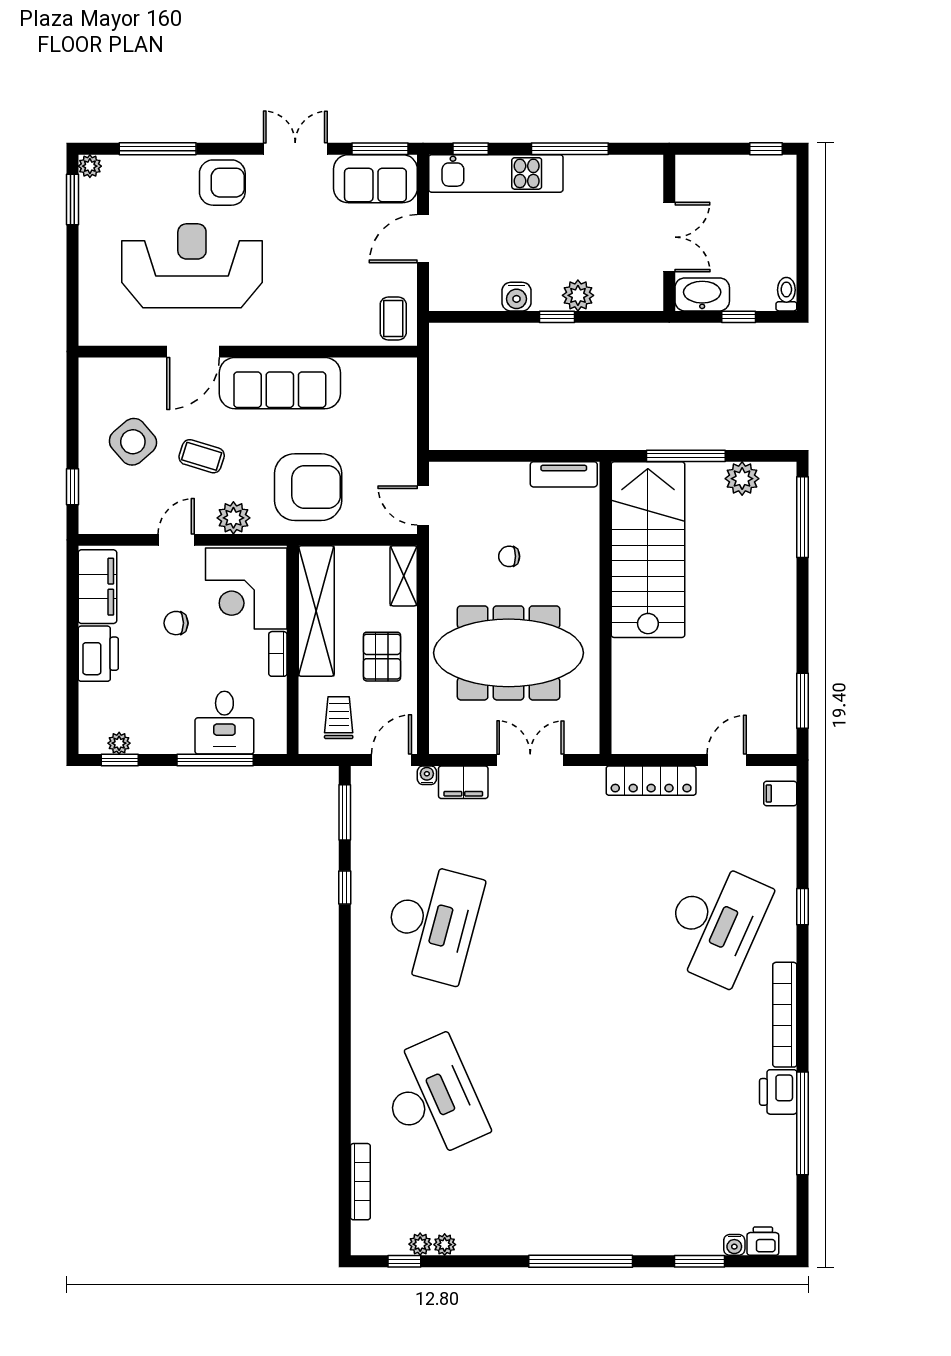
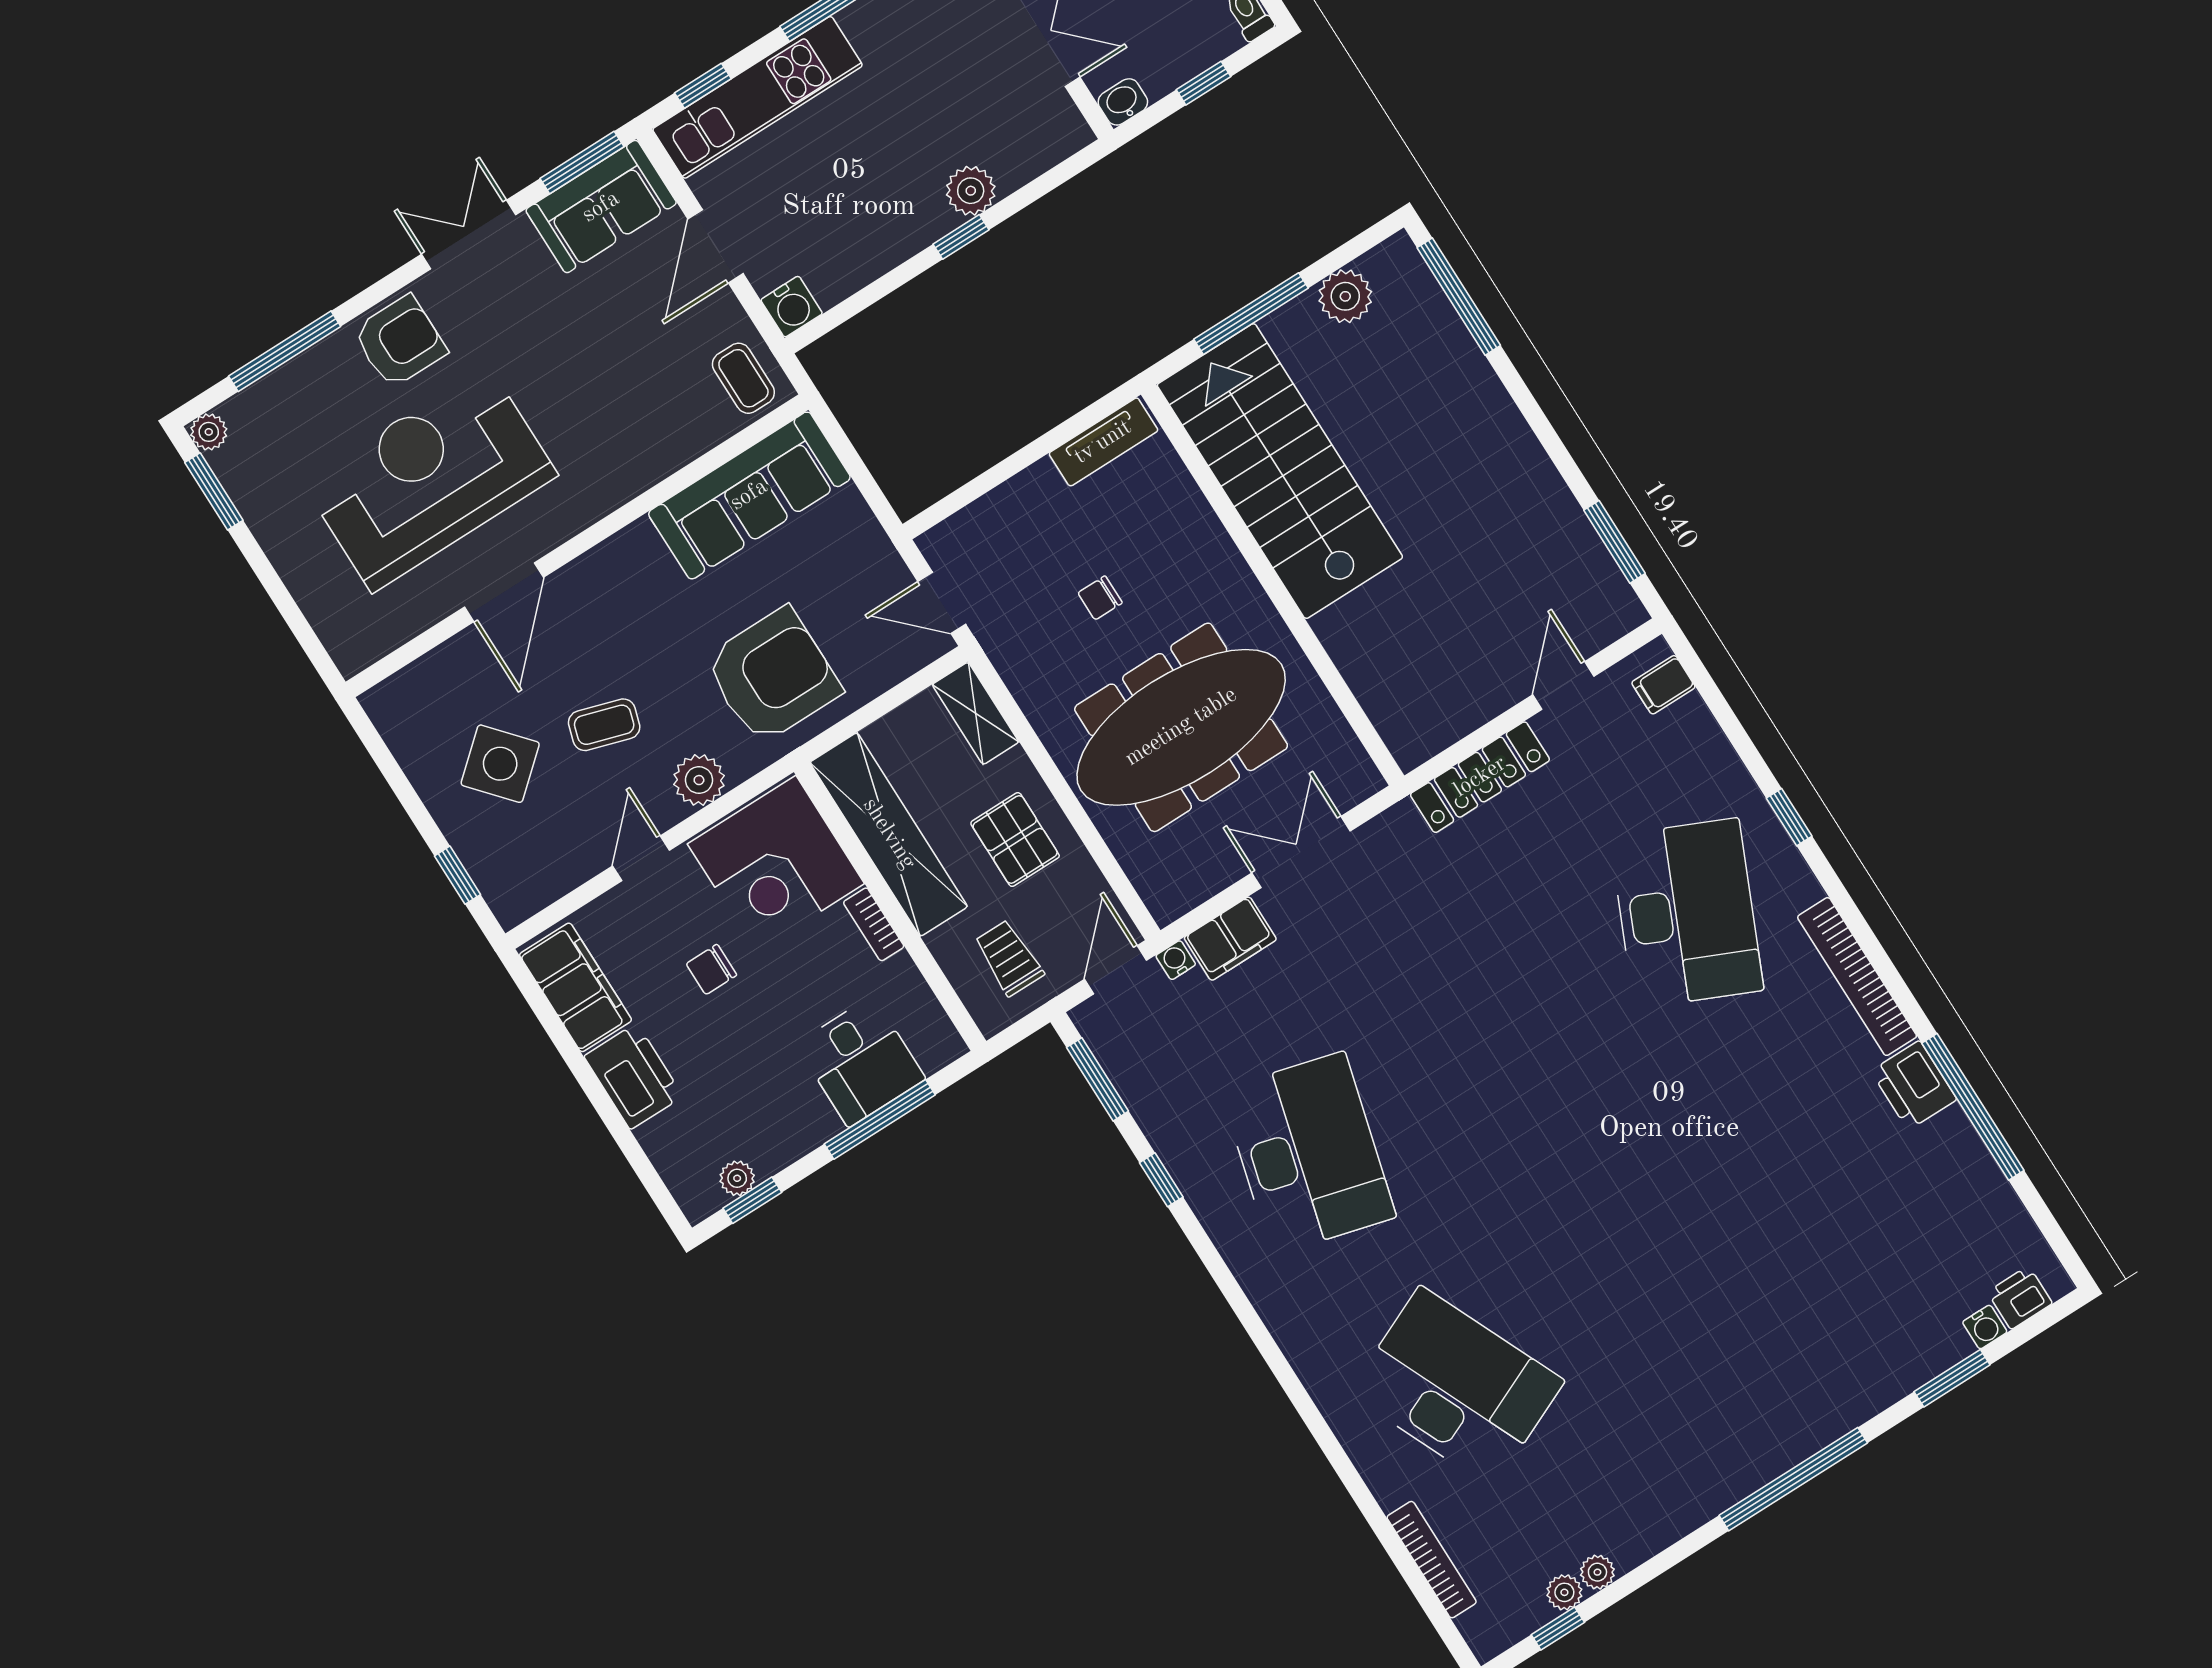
washbasin: (702, 294) -> (1123, 102), width x0.52, depth x0.69
water cooler: (516, 297) -> (792, 307), moved
sofa: (280, 383) -> (749, 495), moved

